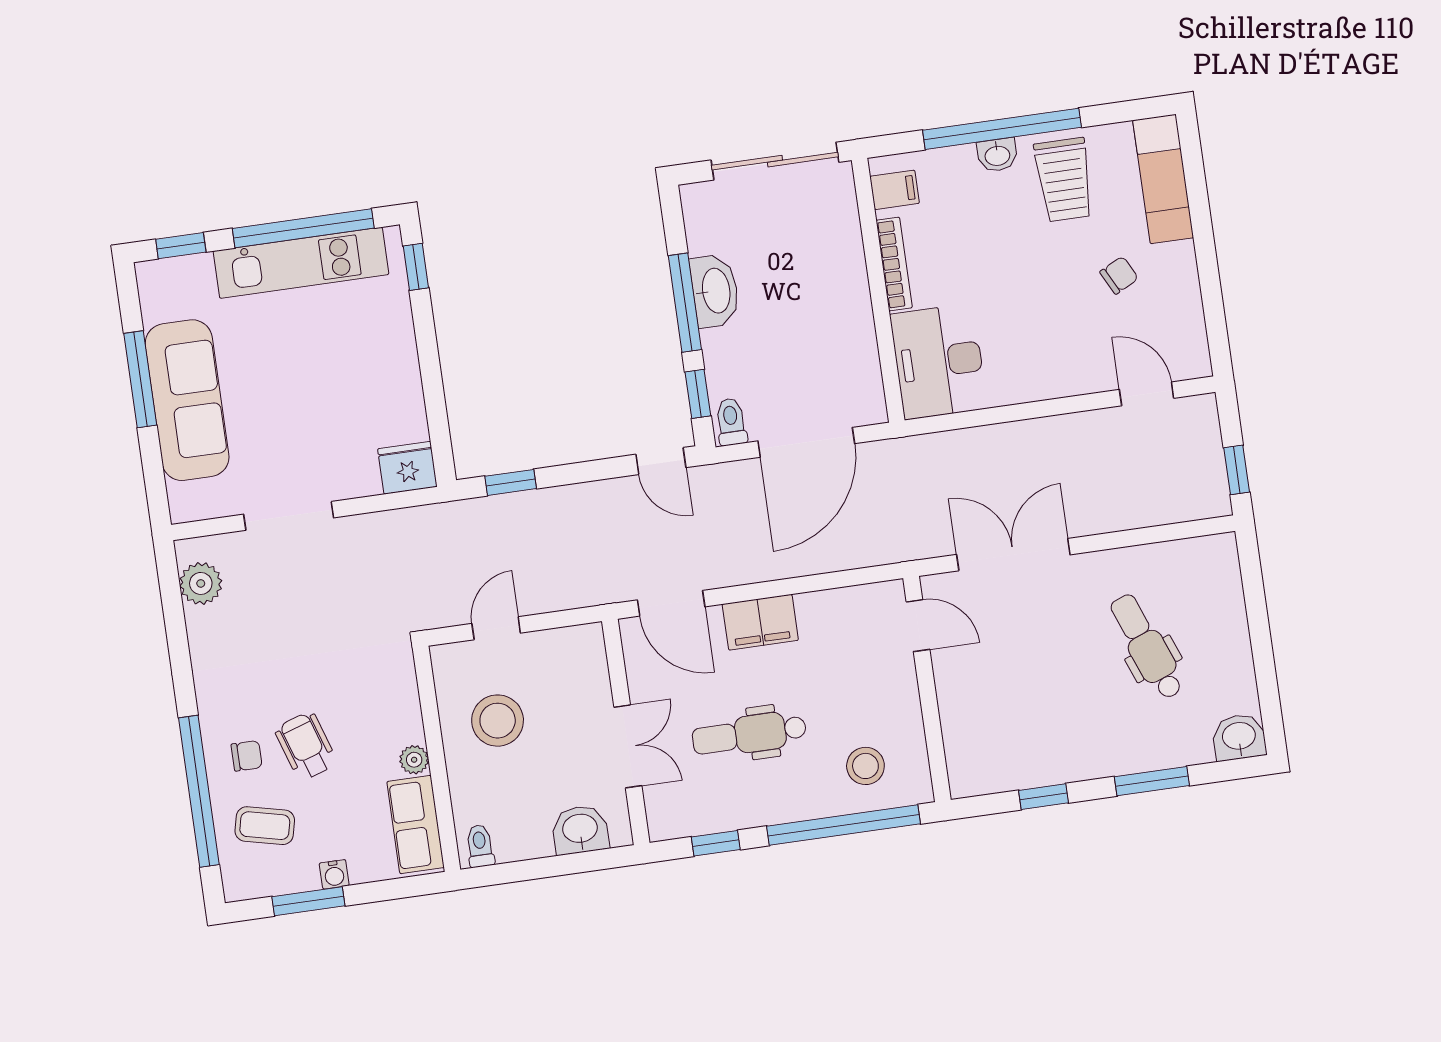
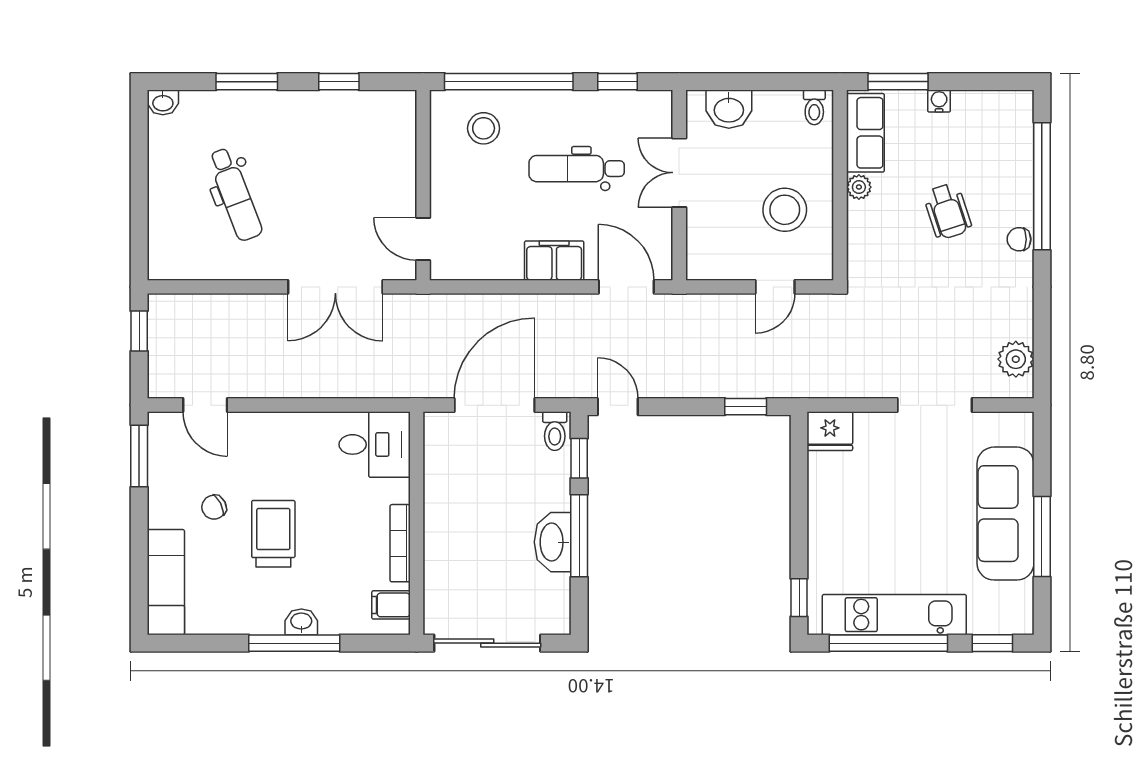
window: (1002, 129) -> (294, 643), width x0.68
trolley: (1064, 180) -> (273, 534), moved
window: (1216, 323) -> (139, 456), added
desk: (939, 361) -> (375, 444), width x0.73
dental chair: (749, 734) -> (577, 169), turned 180
washbasin: (1239, 737) -> (163, 102), width x0.72, depth x0.69
chair: (247, 756) -> (1019, 239), moved
coffee table: (265, 826) -> (991, 150), removed
window: (308, 901) -> (898, 82), moved

